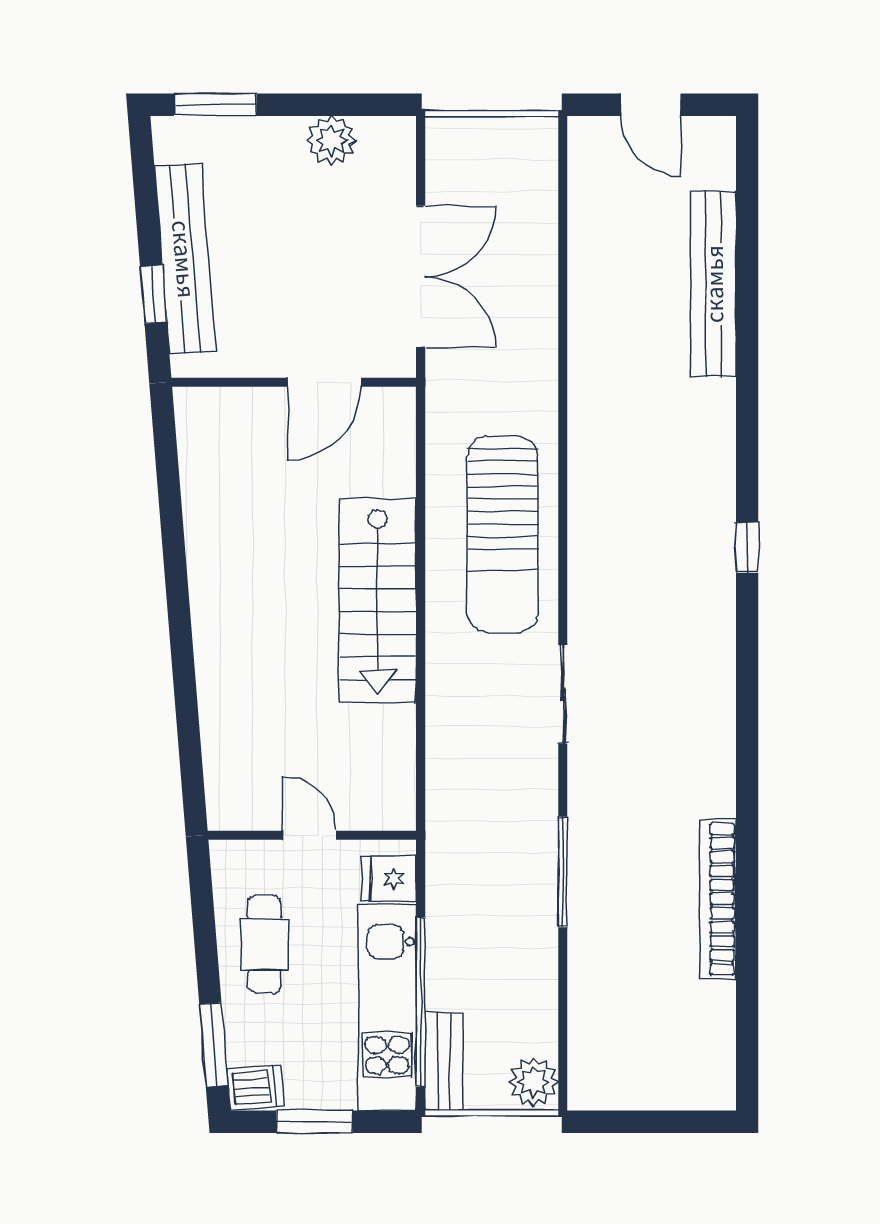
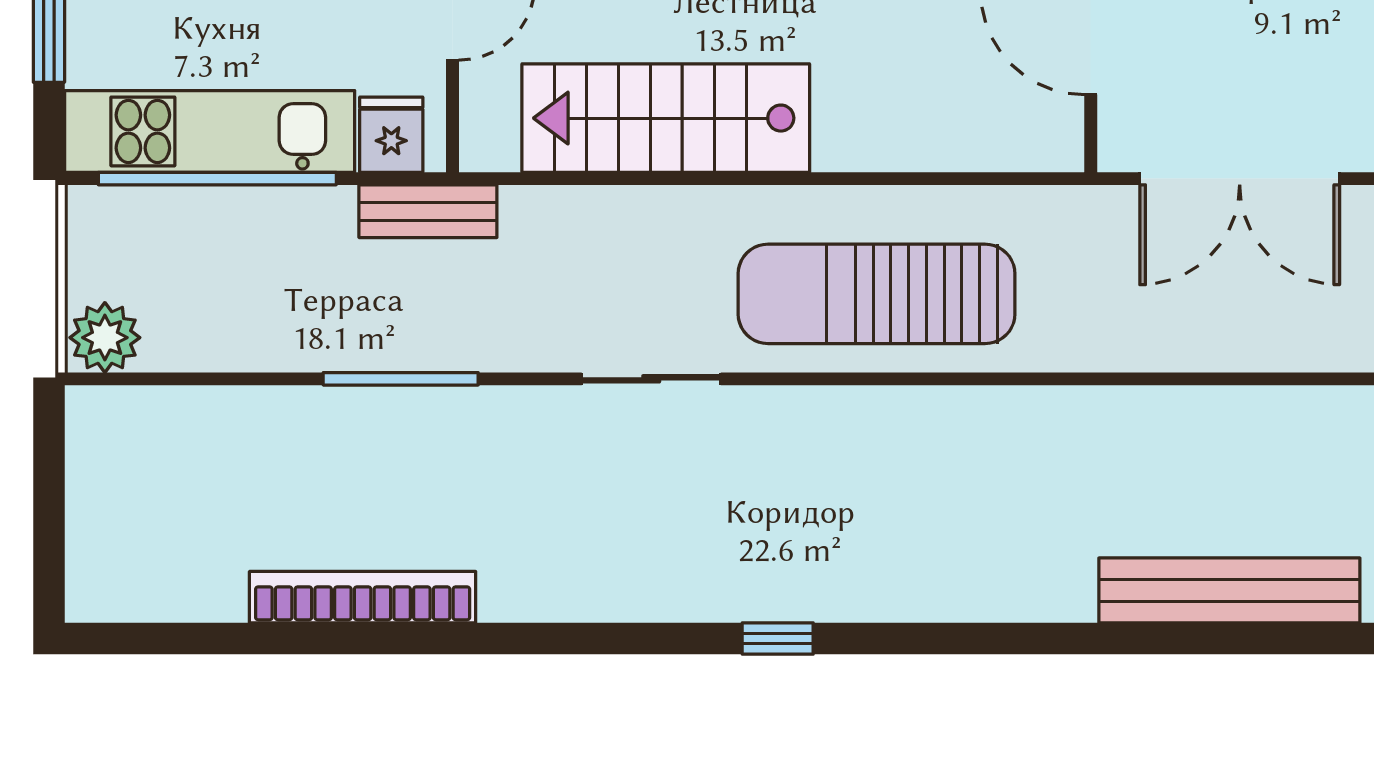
window: (747, 547) -> (778, 638), moved
stairs: (378, 601) -> (666, 118), moved
bench: (444, 1062) -> (428, 211), moved

